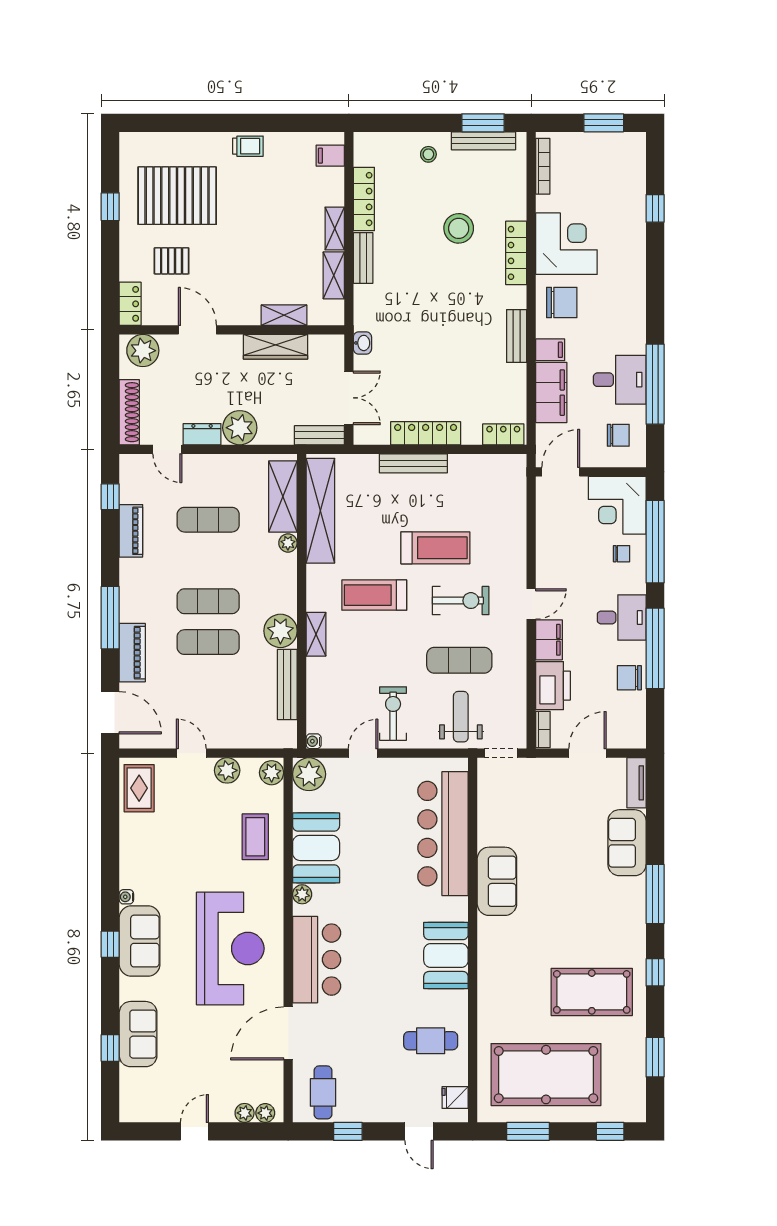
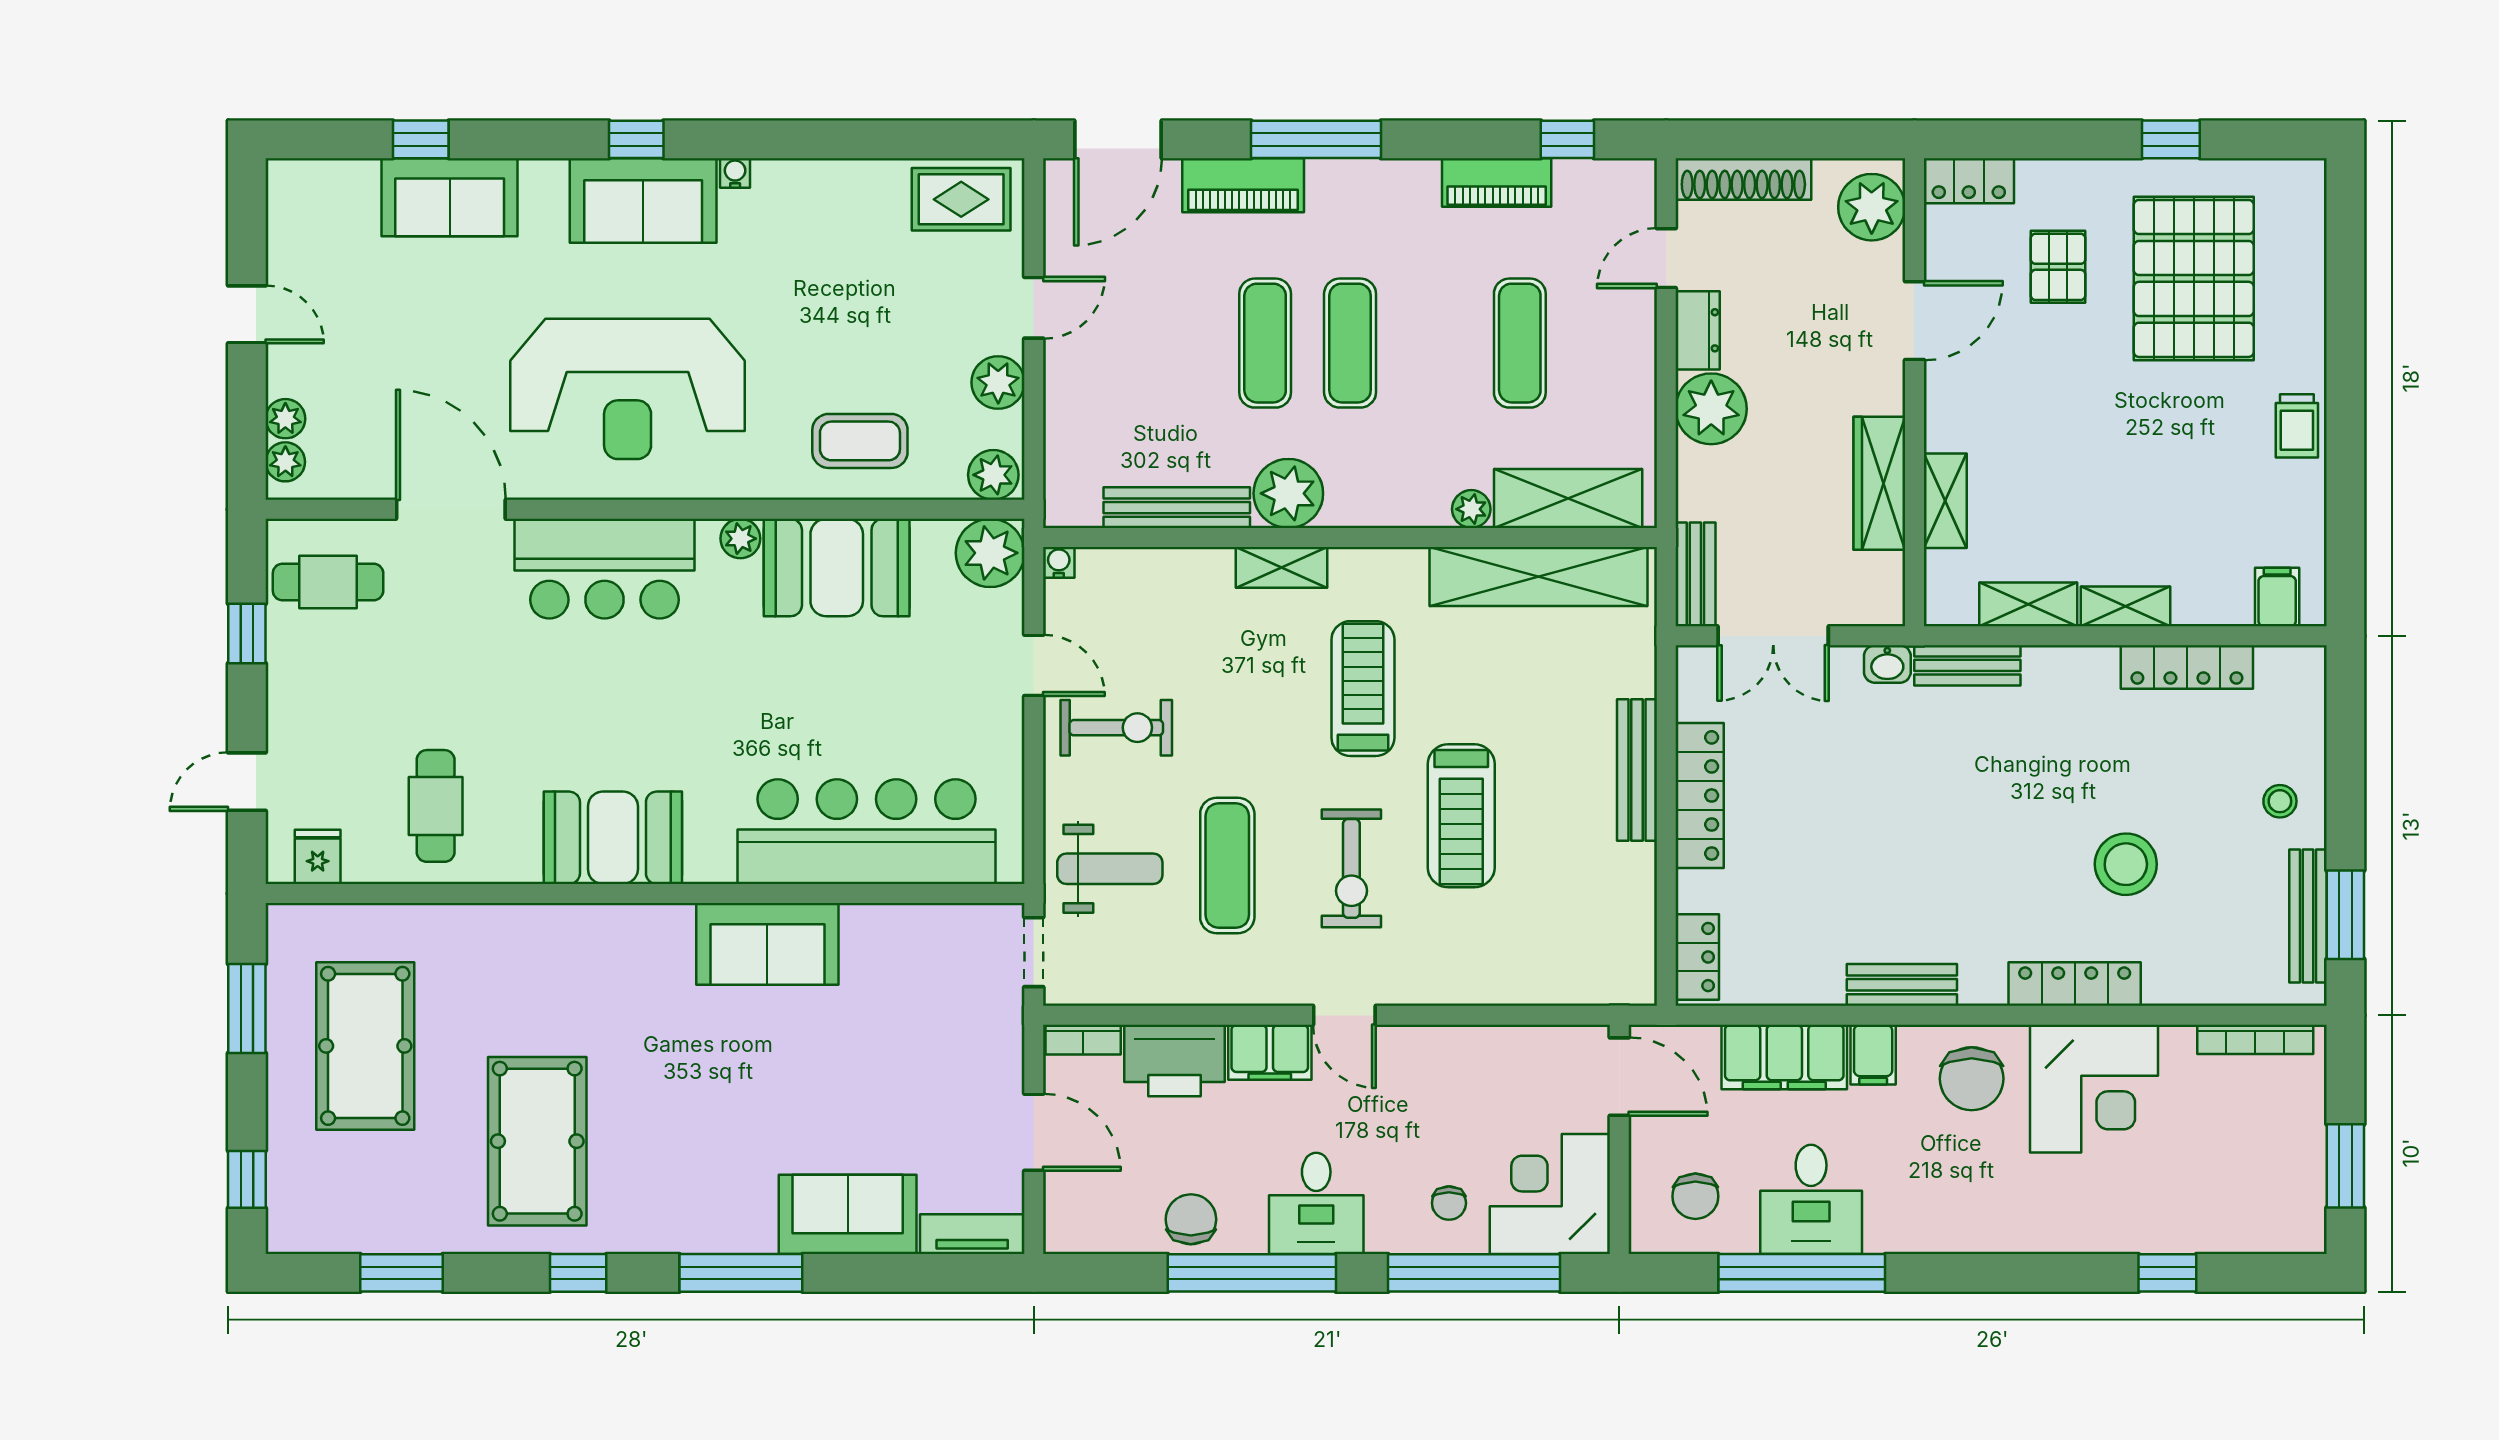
bench: (363, 258) -> (1967, 665), moved
pool table: (546, 1075) -> (365, 1046), width x0.73, depth x0.76

